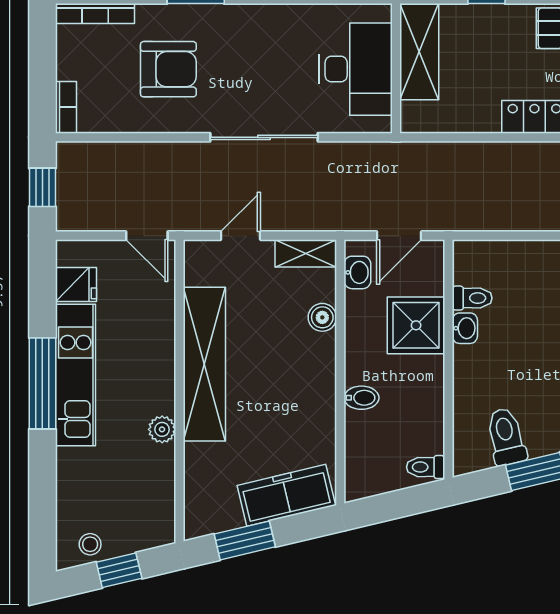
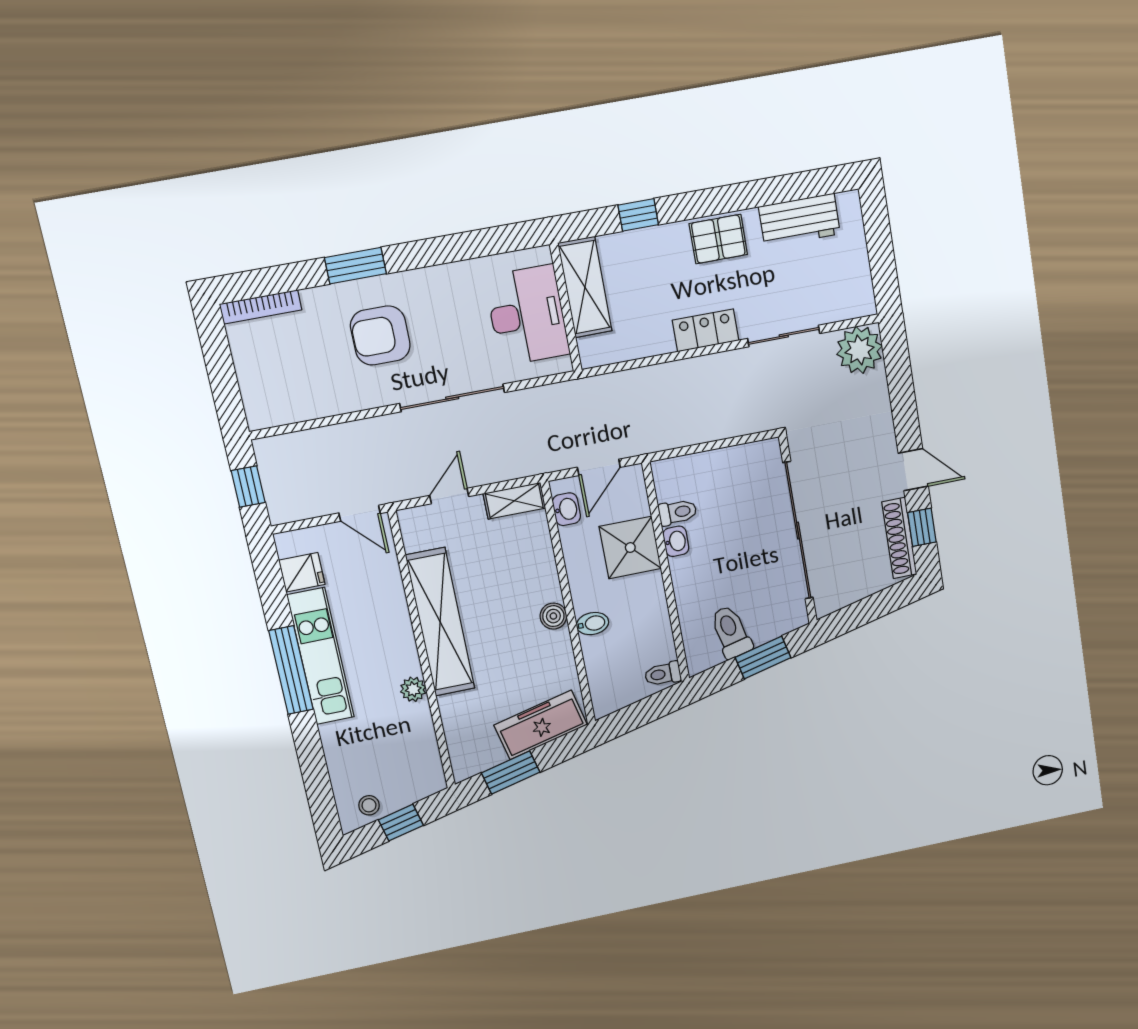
armchair: (168, 69) -> (380, 335), moved, turned 180
bookcase: (66, 107) -> (253, 405), removed
boiler: (322, 317) -> (553, 616), moved

